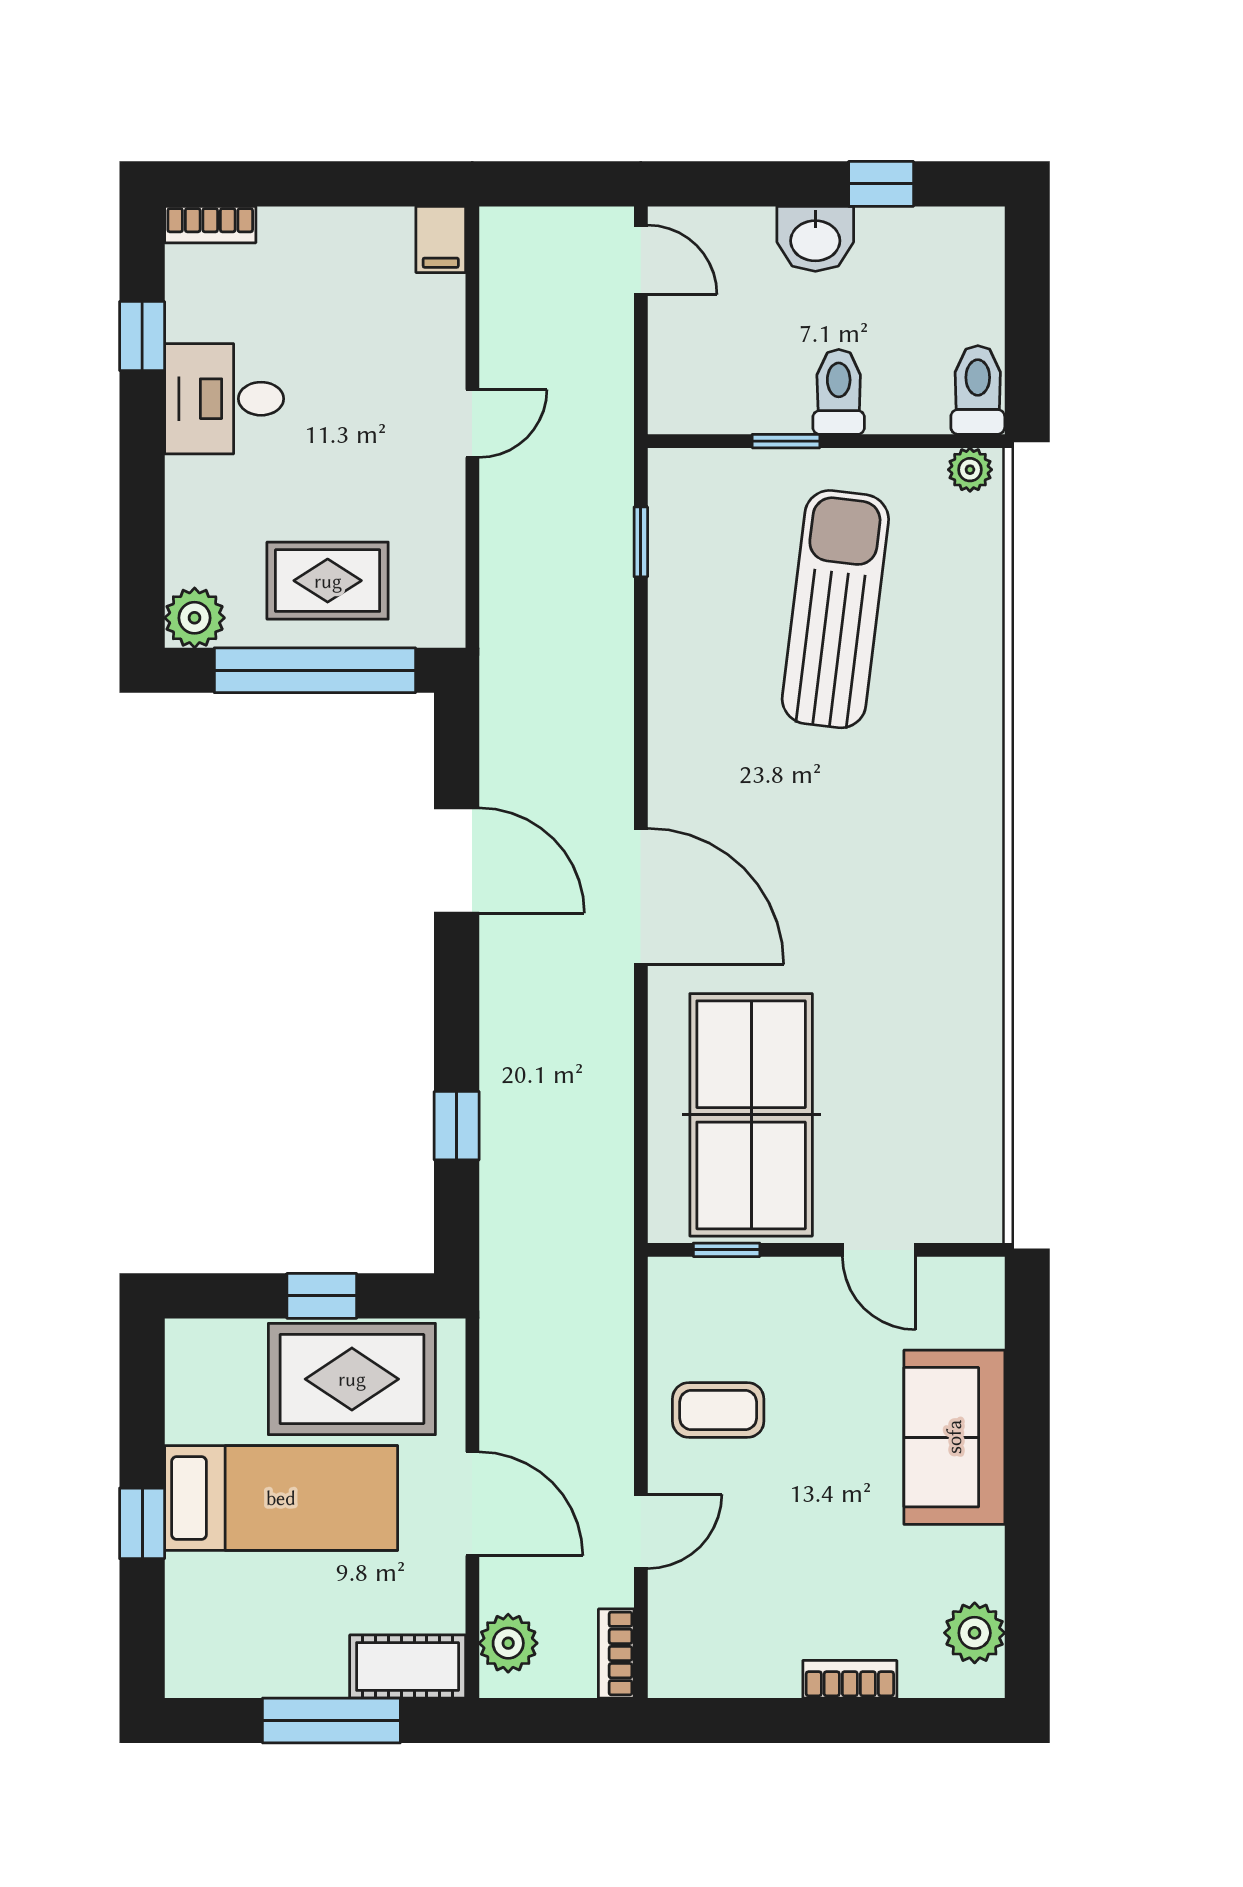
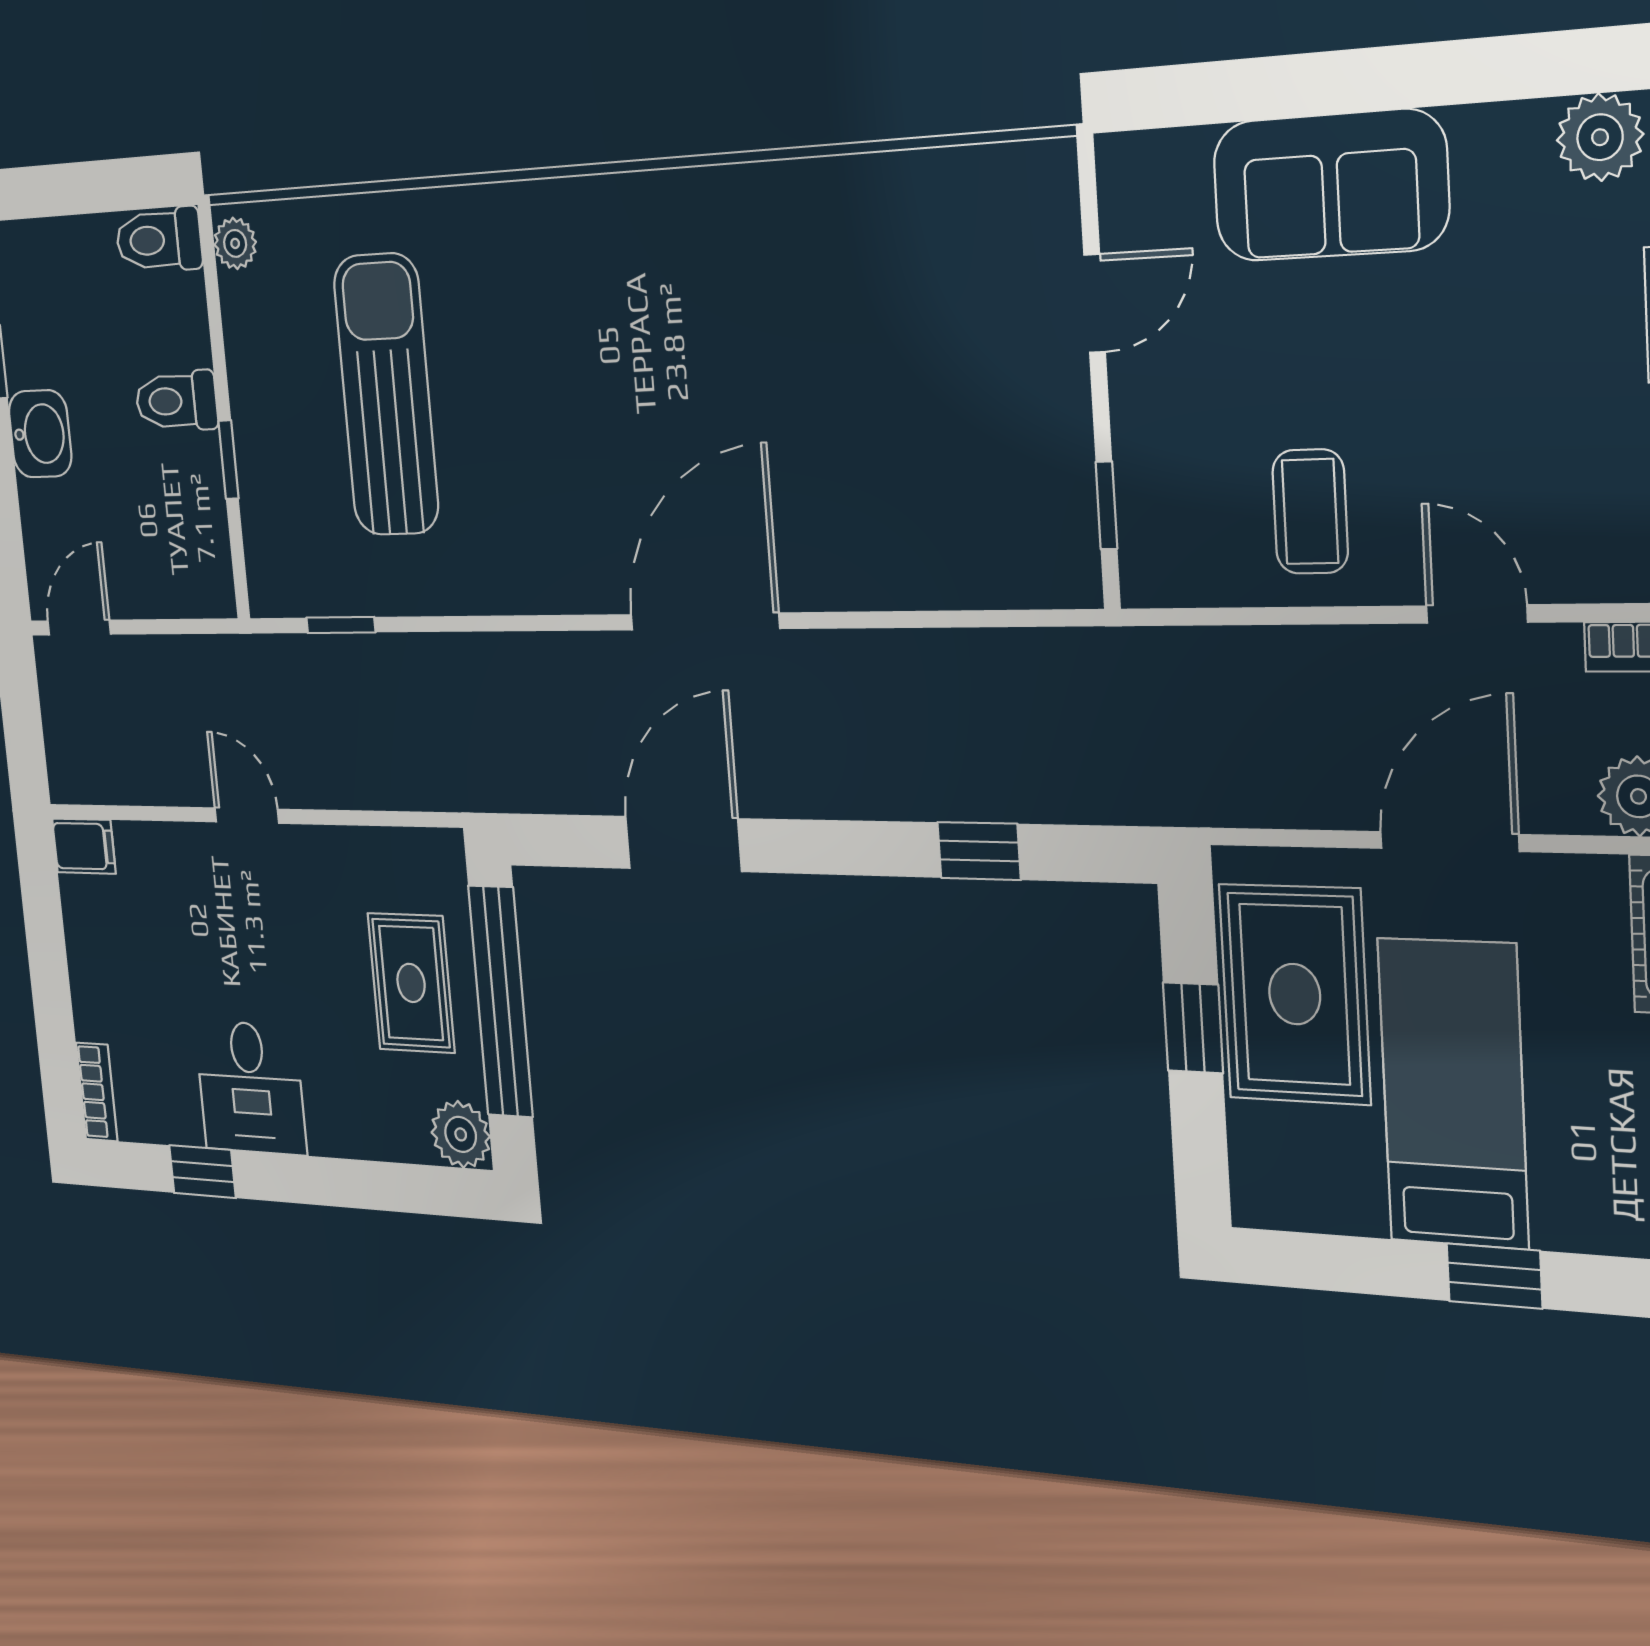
sun lounger: (835, 609) -> (386, 395), turned 83
table tennis table: (751, 1115) -> (942, 478), removed

